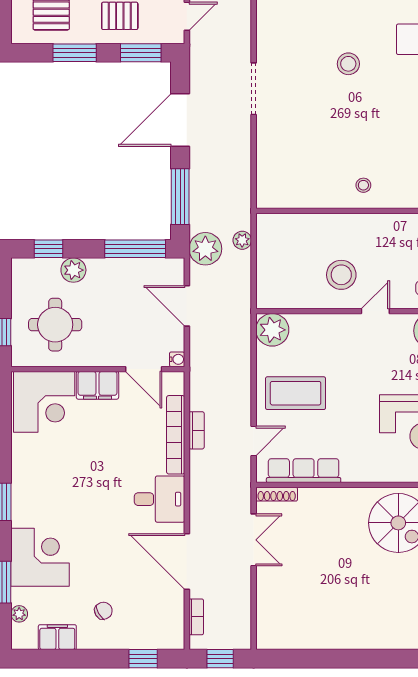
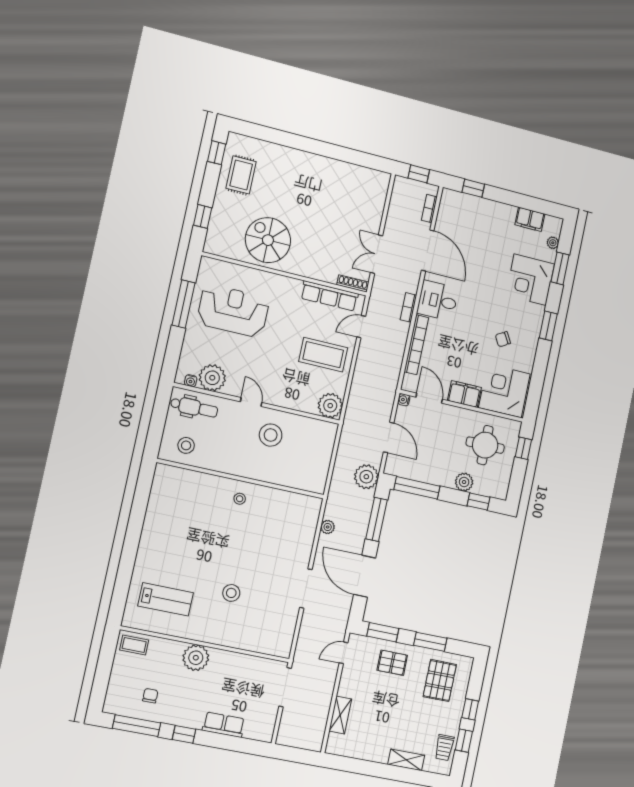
door: (180, 120) -> (365, 576), swing flipped
plant: (242, 240) -> (328, 527), moved
door: (375, 311) -> (251, 402), swing flipped
bookcase: (197, 430) -> (408, 307), moved
chair: (103, 611) -> (503, 339), moved

